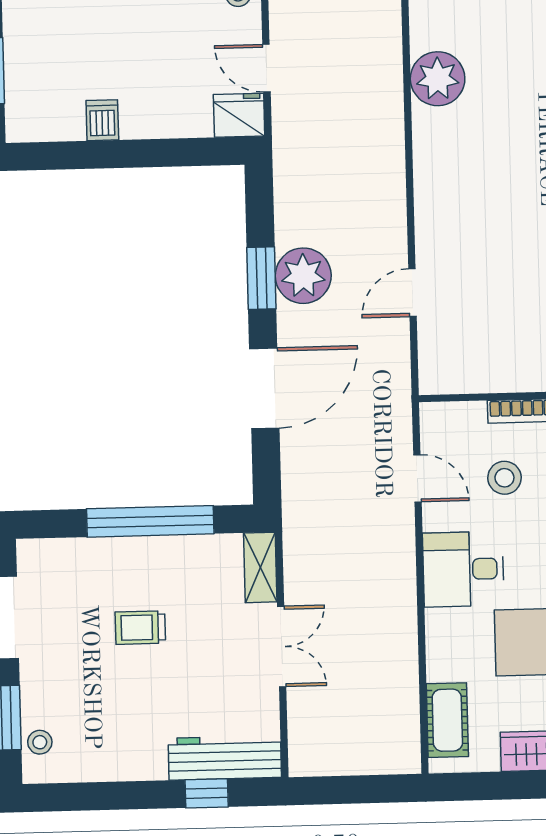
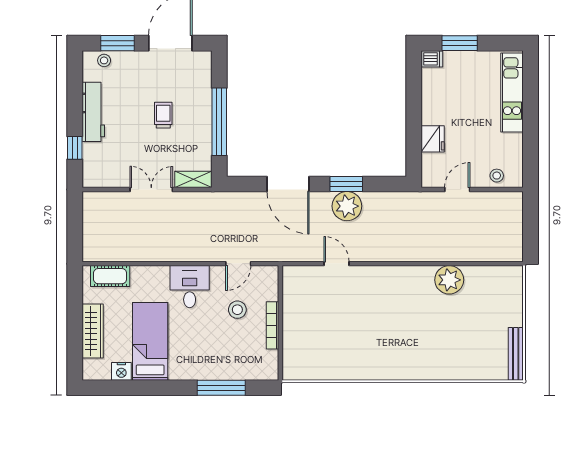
fridge: (239, 115) -> (433, 139), moved
dishwasher: (102, 120) -> (432, 59), moved
double door: (282, 646) -> (151, 190), swing flipped
workbench: (225, 758) -> (93, 112), moved

